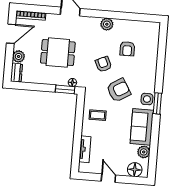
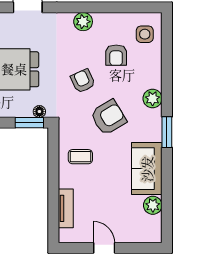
plant: (149, 80) -> (153, 99), added
side table: (147, 99) -> (145, 34), moved
floor lamp: (135, 170) -> (142, 232), removed

